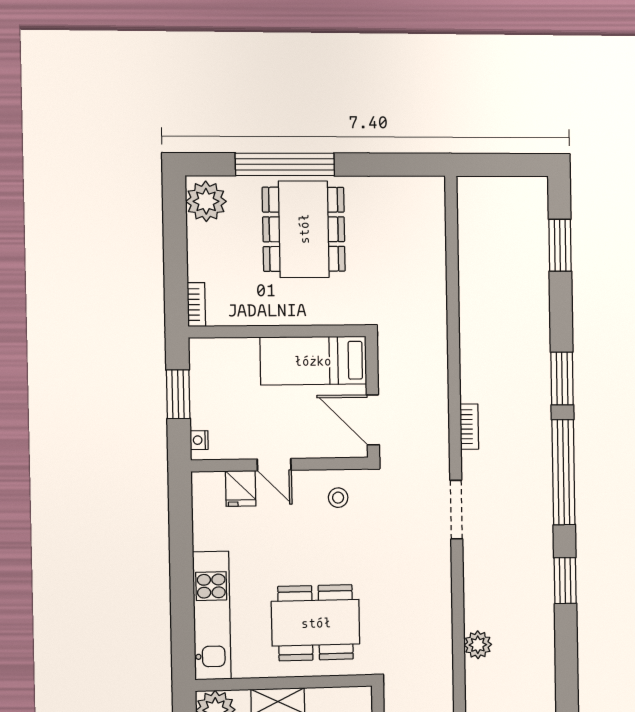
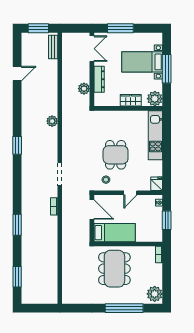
dining table: (304, 229) -> (114, 269), moved
door: (274, 465) -> (130, 193), swing flipped
window: (563, 472) -> (17, 188), removed
fridge: (241, 488) -> (157, 184), moved
dining table: (316, 623) -> (116, 155), moved, width x0.73

